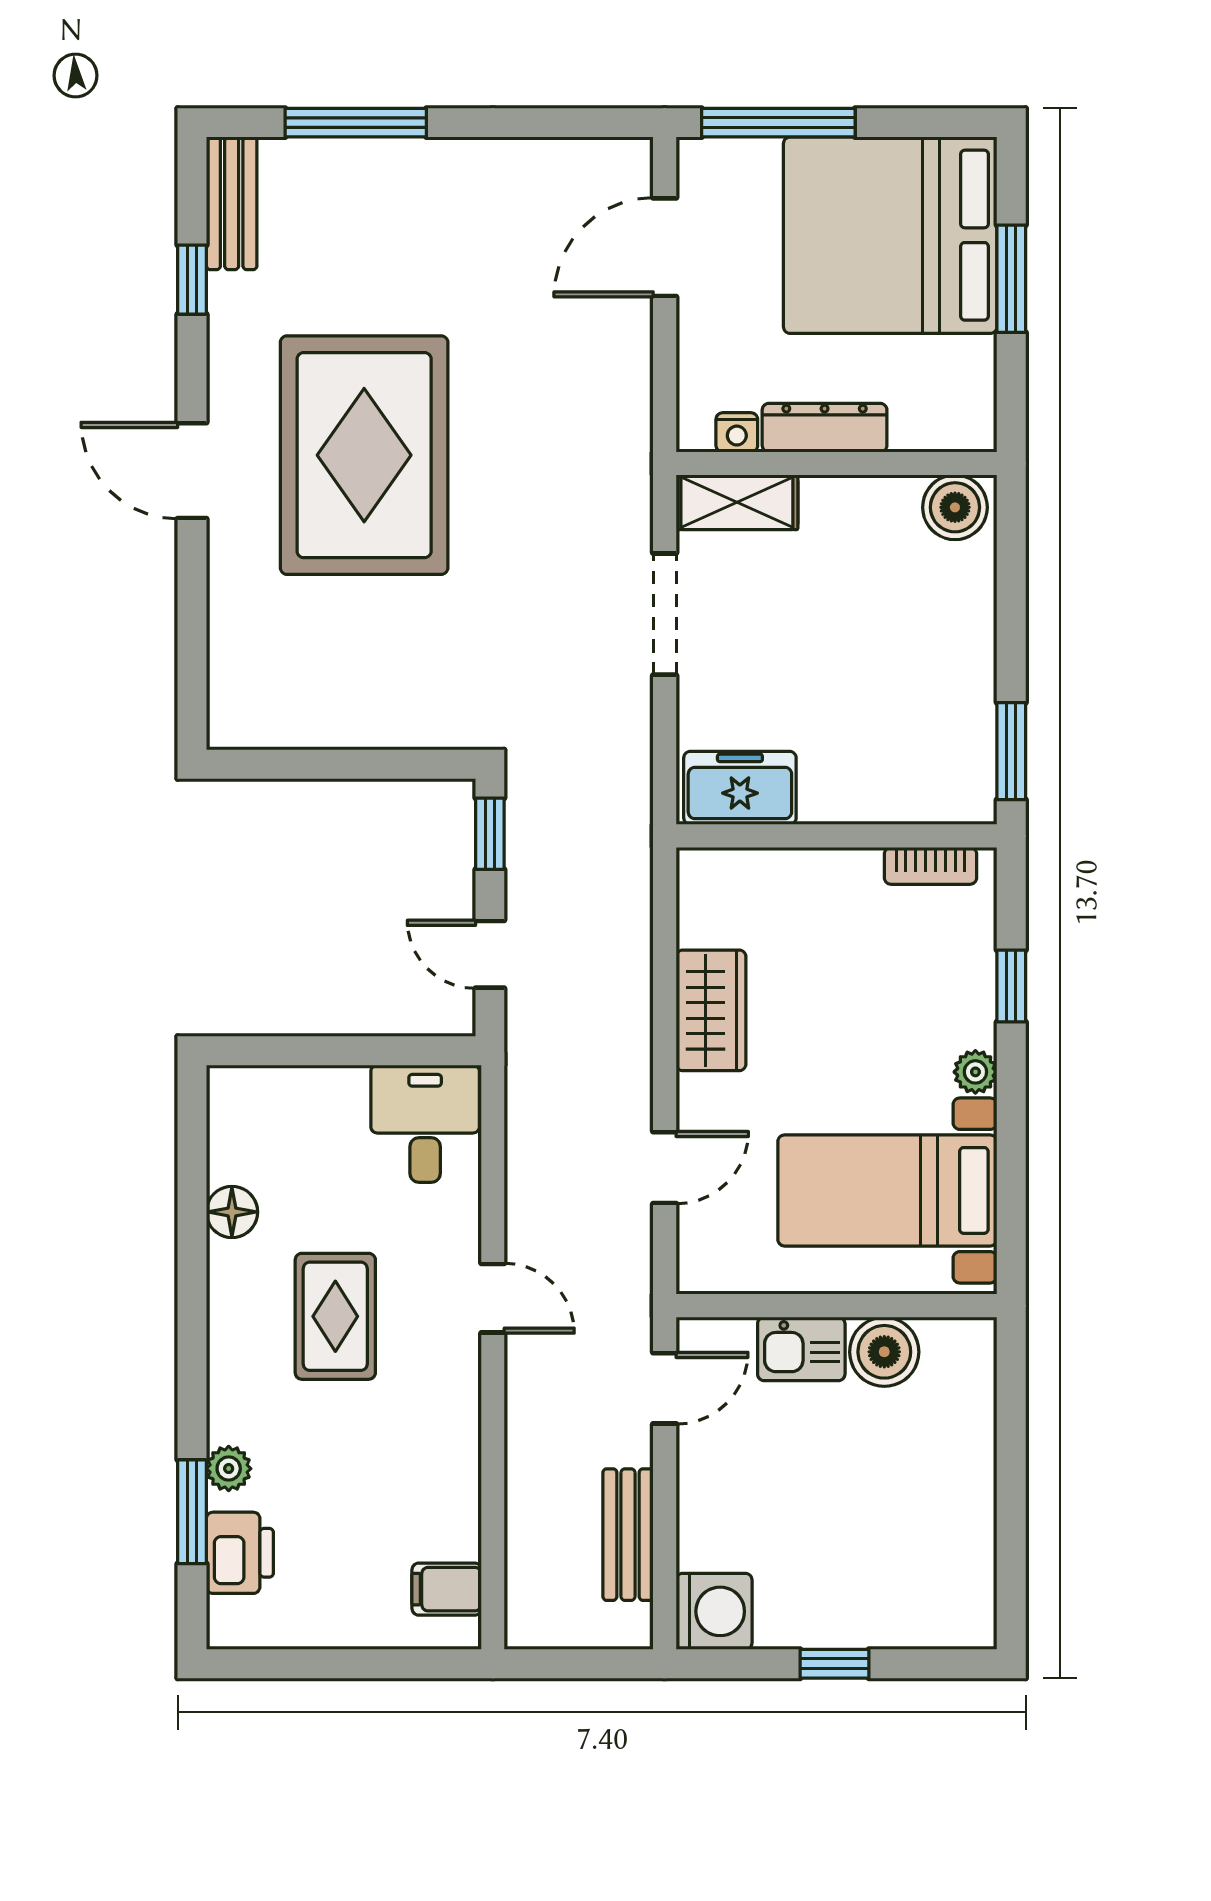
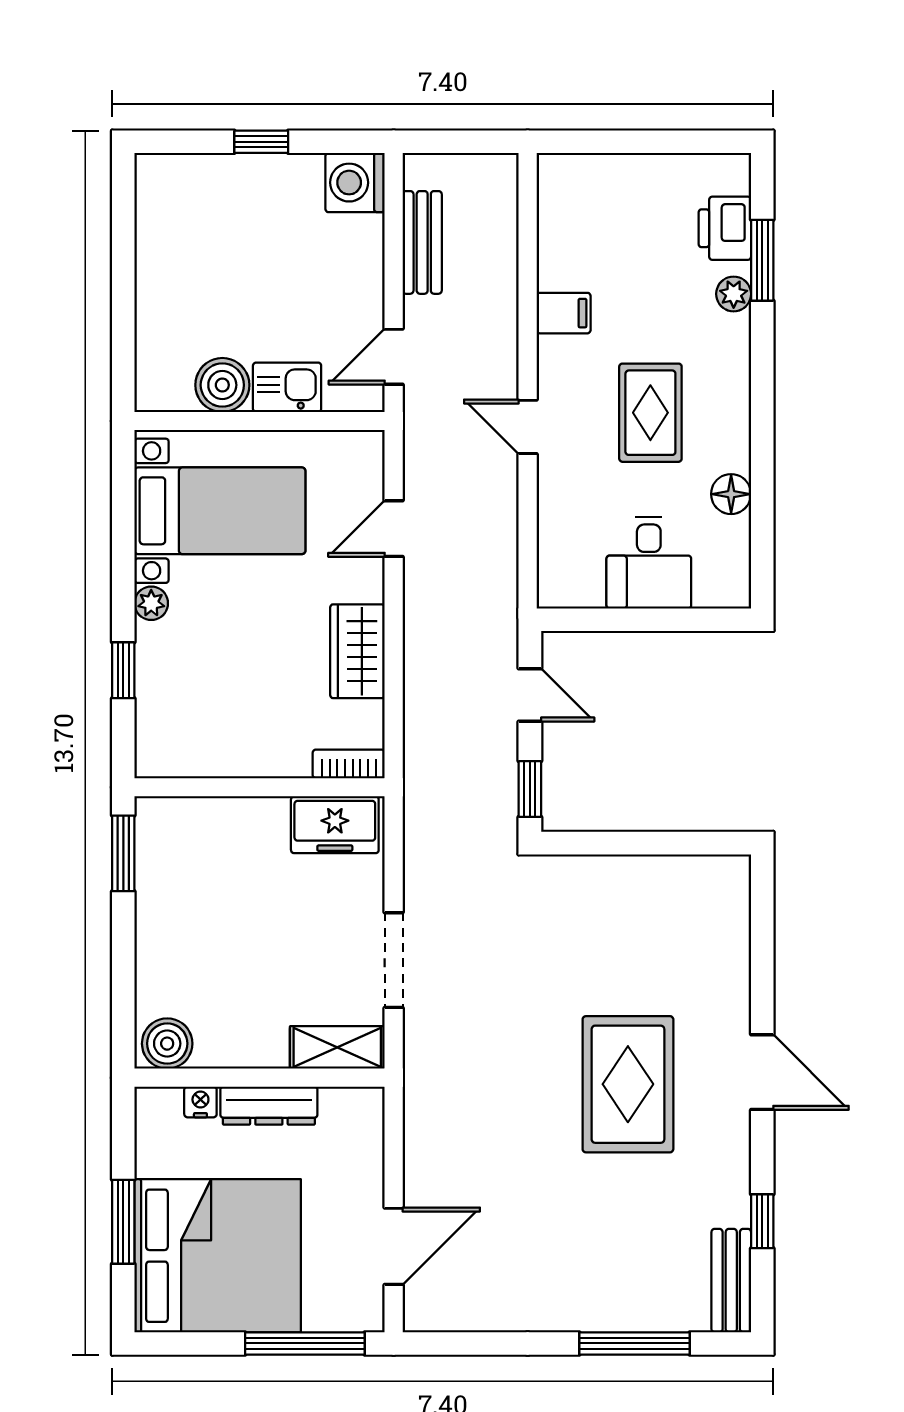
nightstand: (737, 432) -> (200, 1102), moved
rug: (364, 455) -> (628, 1084), width x0.73, depth x0.69
bookcase: (930, 866) -> (349, 764), moved
desk: (425, 1124) -> (649, 563), moved
filing cabinet: (447, 1589) -> (564, 313), moved

